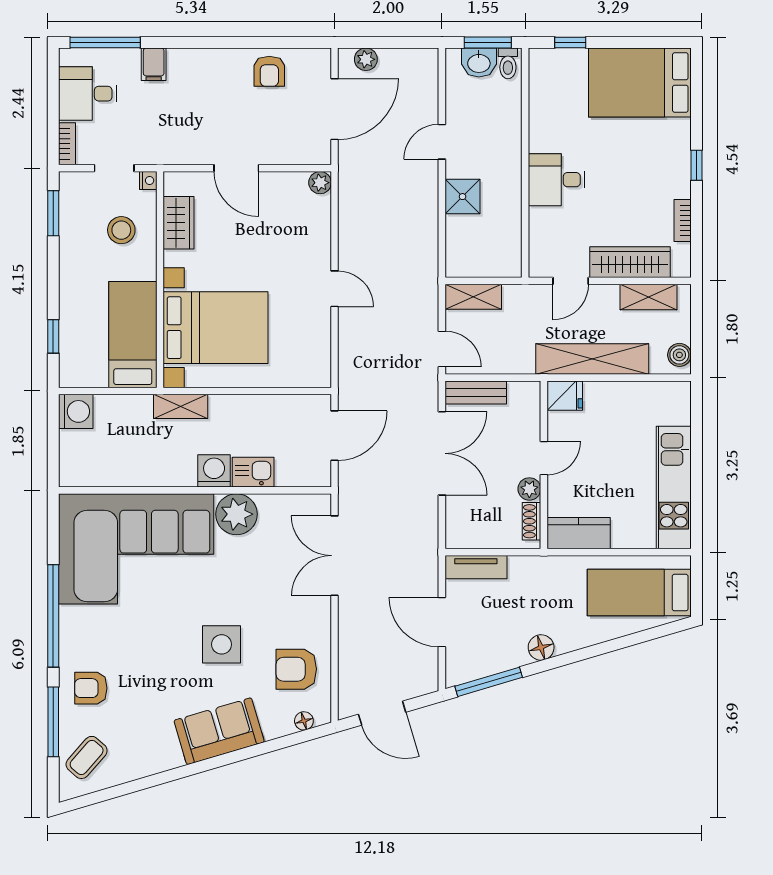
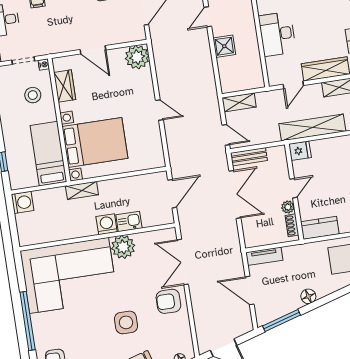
desk: (557, 180) -> (277, 34), width x1.37
plant: (320, 183) -> (137, 57), width x1.88, depth x1.88
armchair: (296, 669) -> (168, 301), moved

